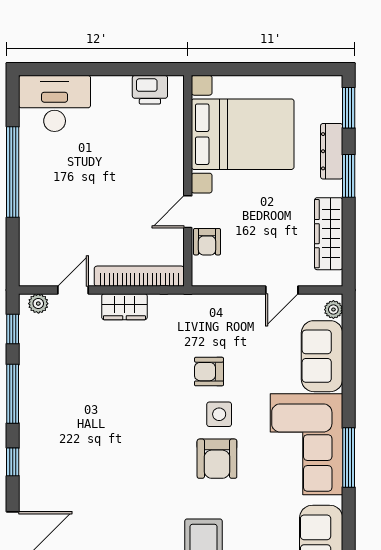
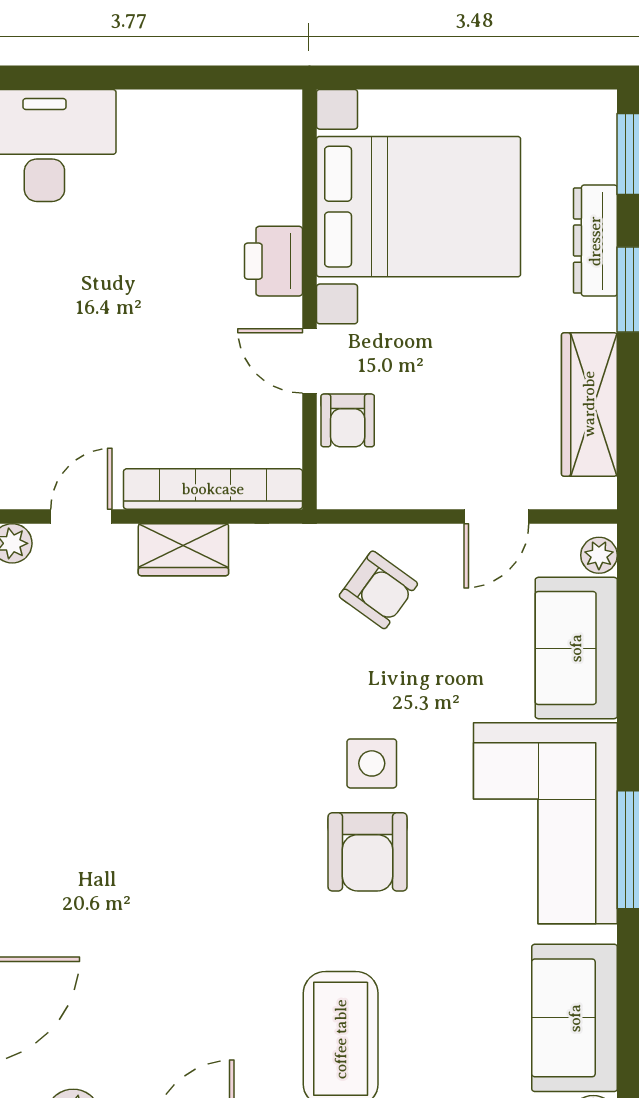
printer: (150, 90) -> (273, 261), moved, turned 90
door: (188, 212) -> (309, 361), hinge flipped
armchair: (209, 372) -> (378, 590), moved, turned -144

